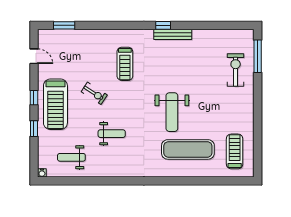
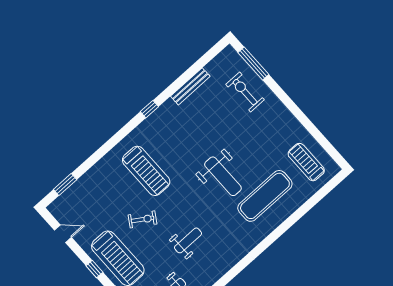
bench: (173, 34) -> (190, 86), moved
treadmill: (125, 64) -> (146, 171), width x1.37, depth x1.38

